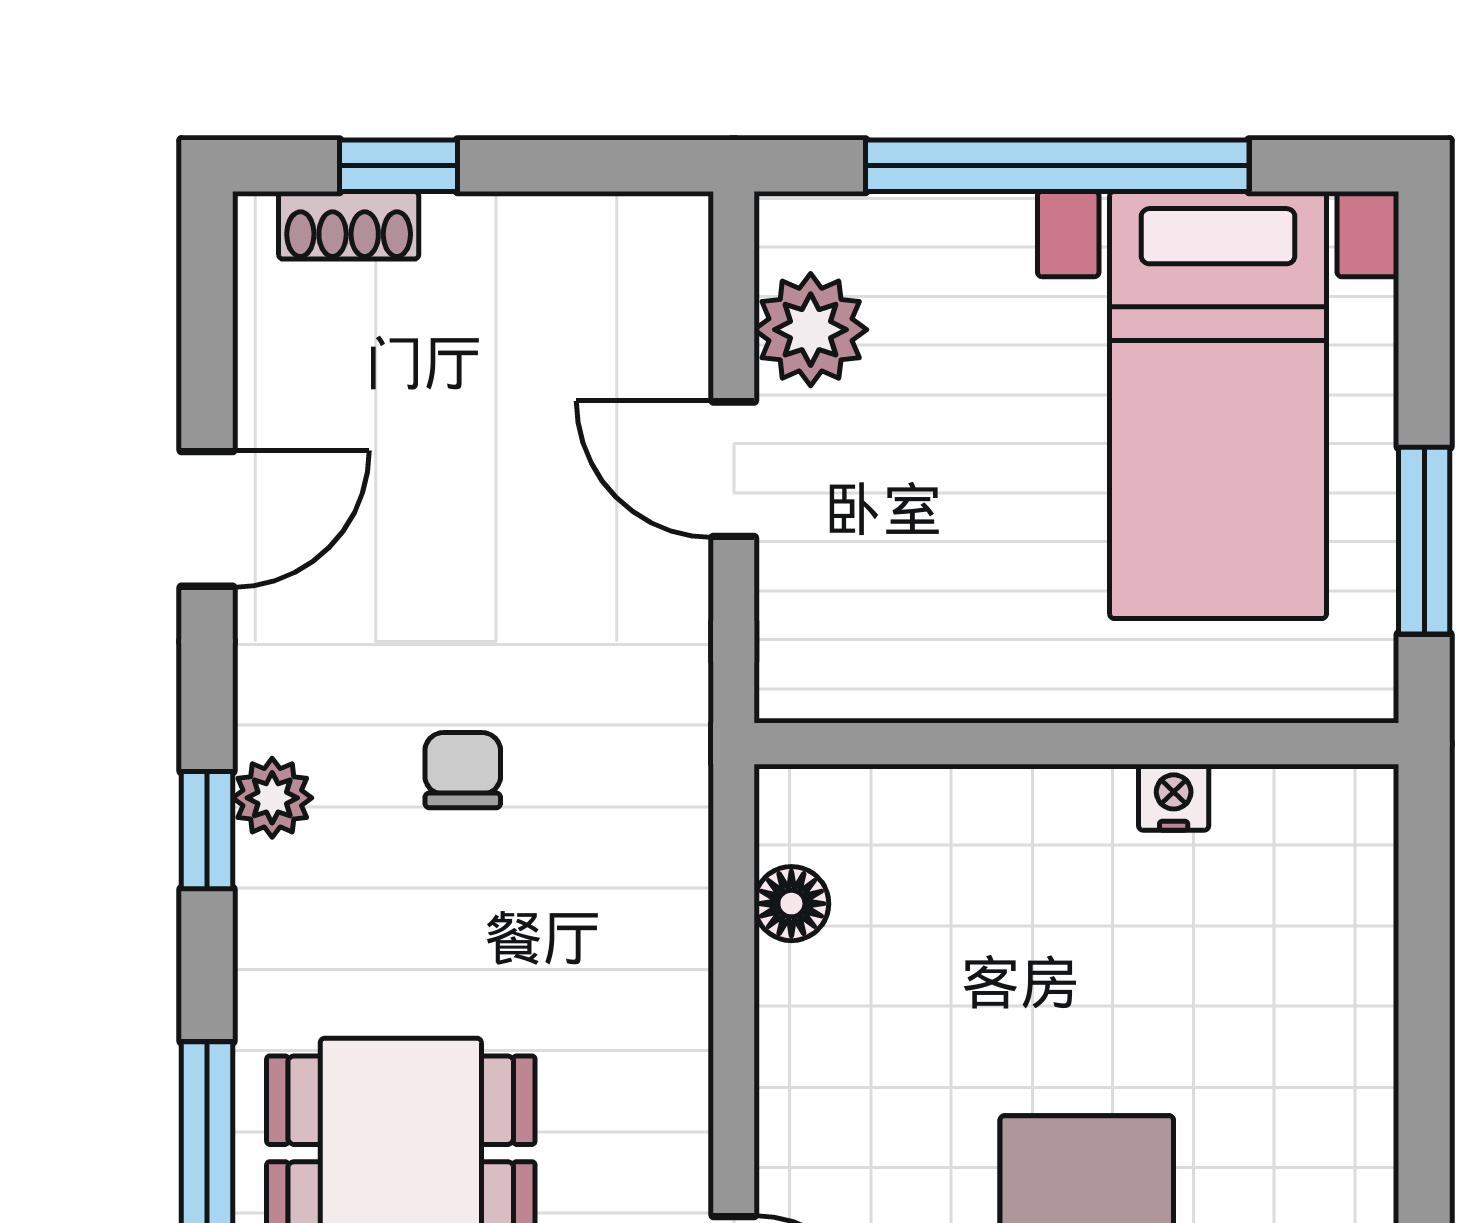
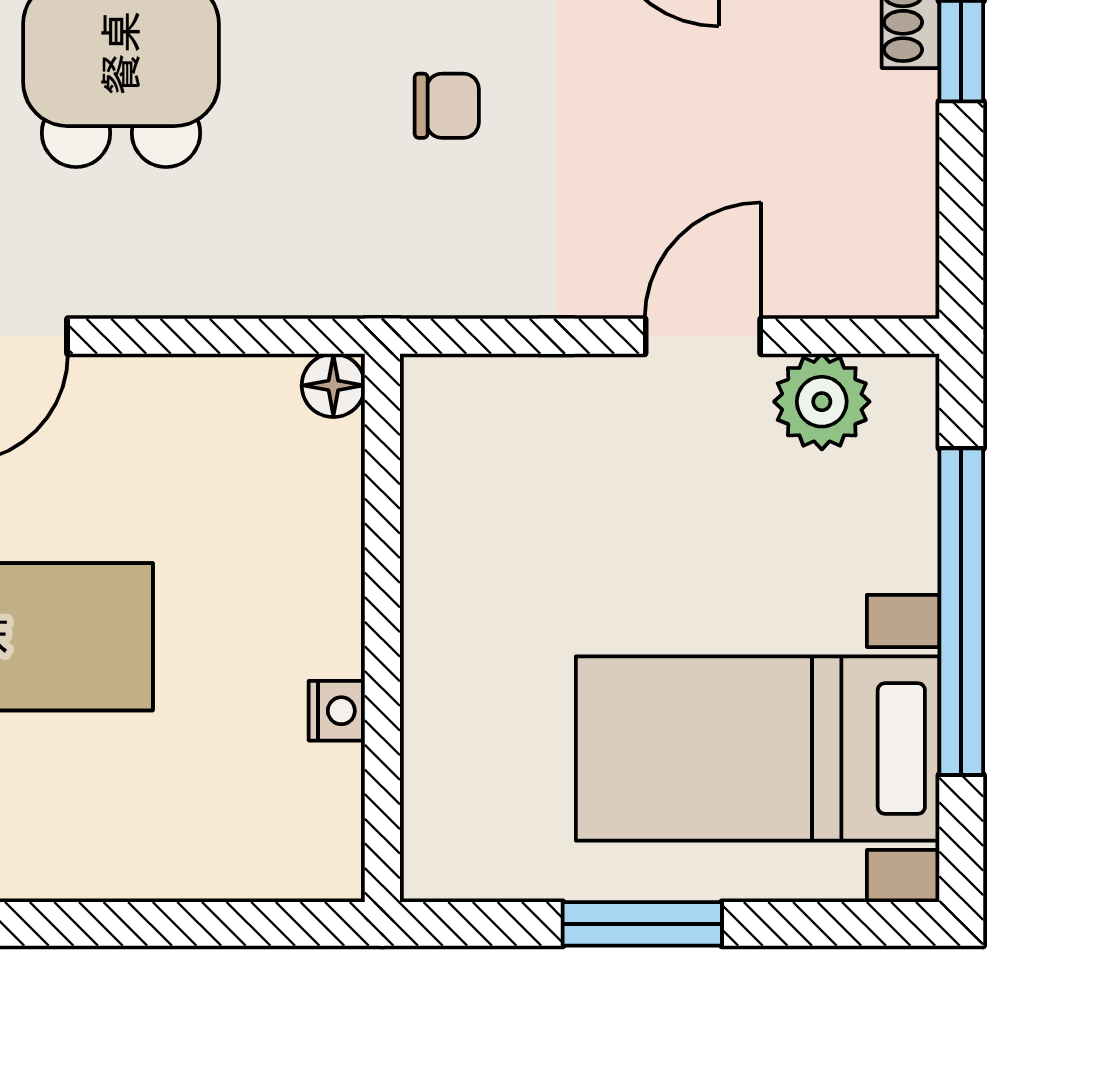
wall: (1076, 744) -> (382, 628), moved
nightstand: (1174, 797) -> (337, 711), moved

